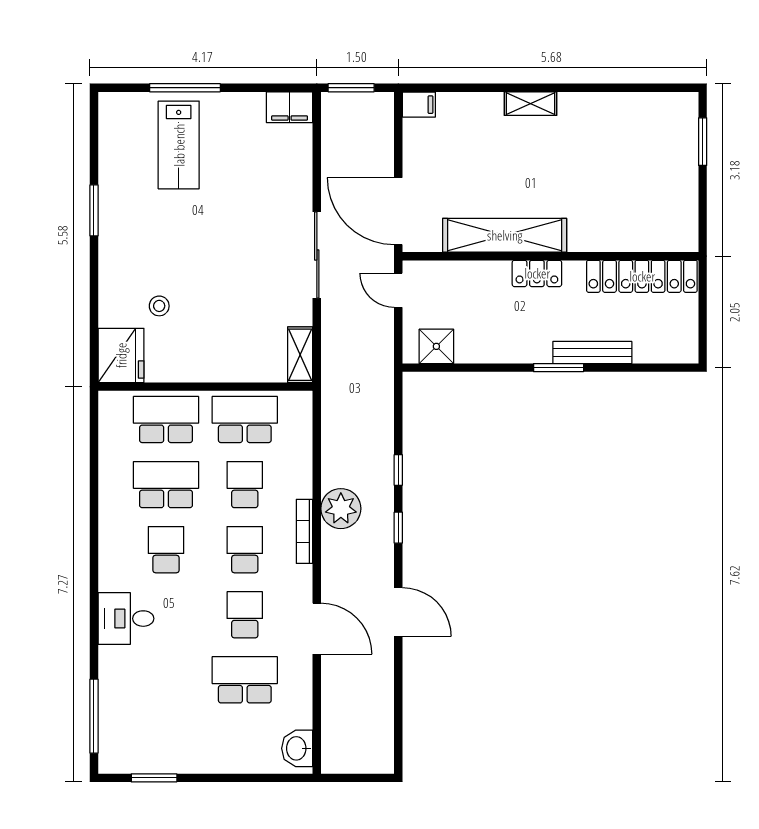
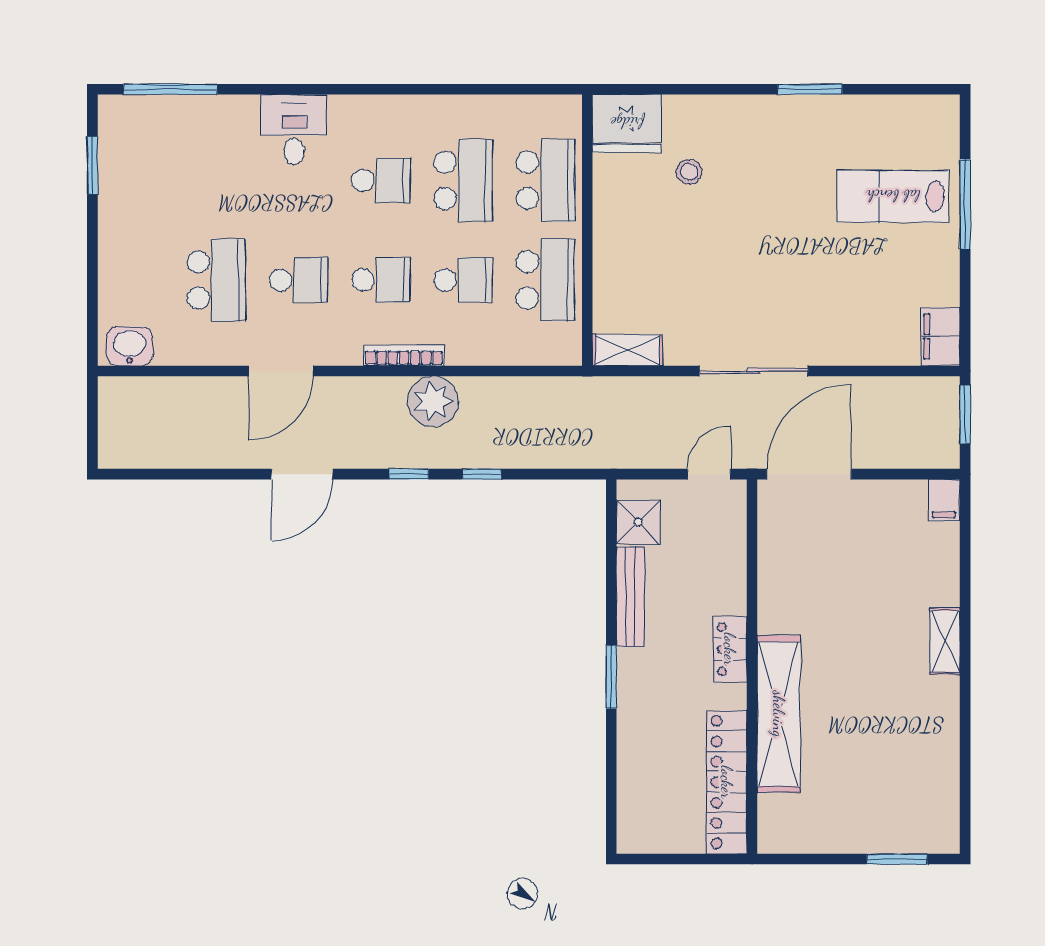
shelving: (505, 235) -> (779, 714), moved
bench: (592, 352) -> (630, 597), moved

